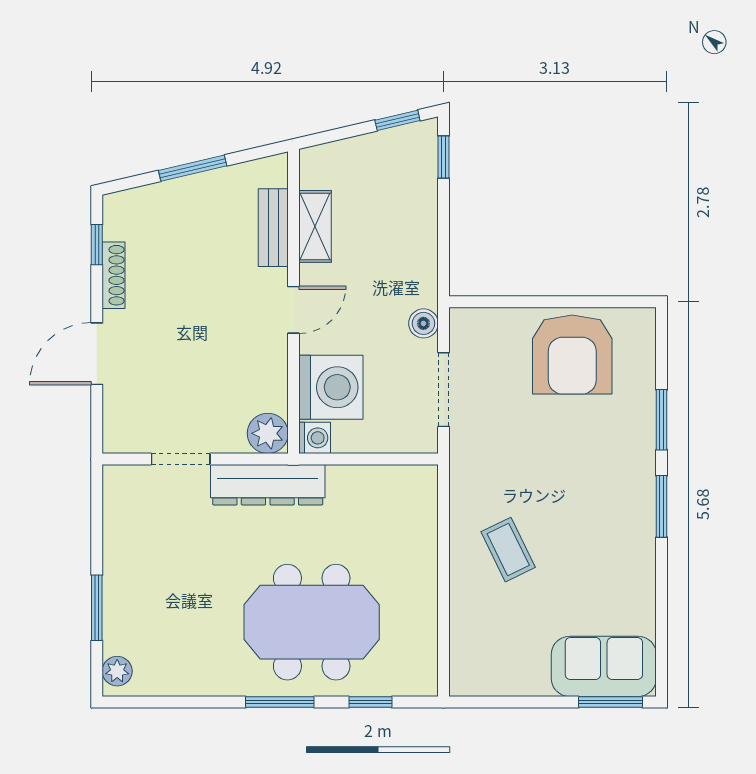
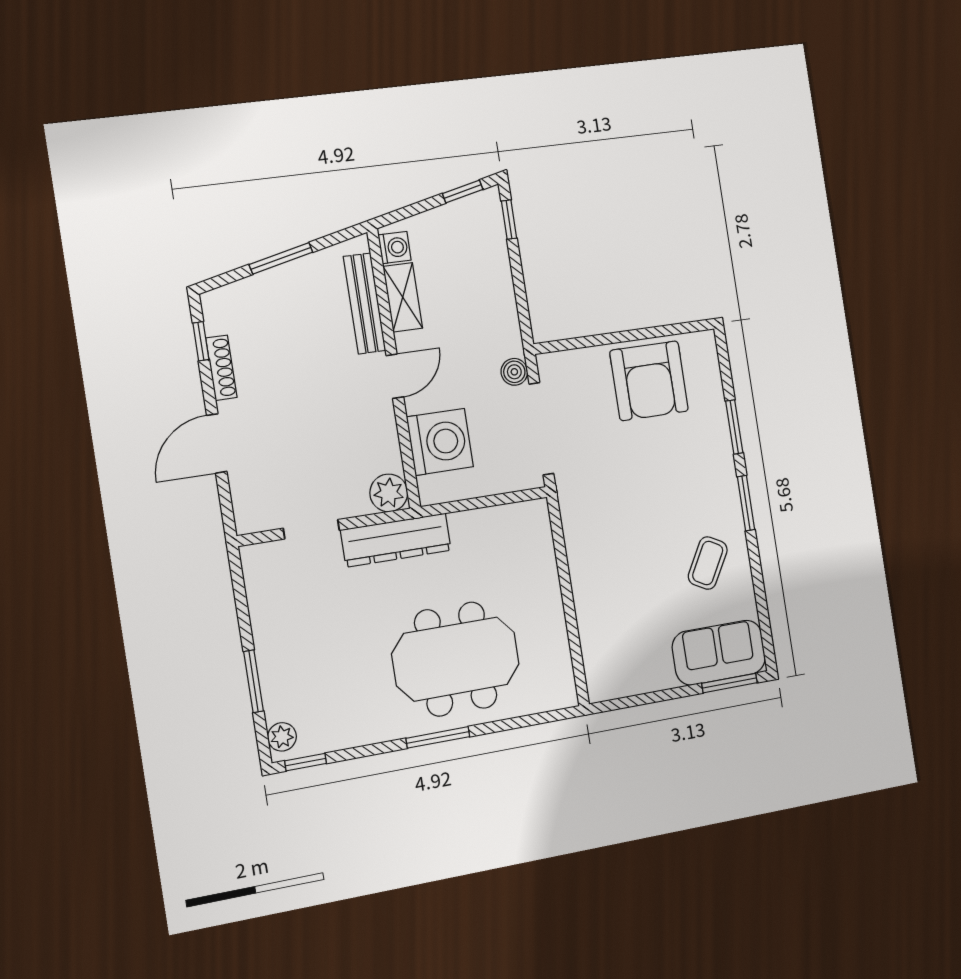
bench: (273, 228) -> (365, 303), width x1.36
doorway: (444, 390) -> (541, 429), width x1.36
washing machine: (315, 438) -> (395, 248), moved
coffee table: (508, 550) -> (708, 563), moved, turned 55
window: (370, 702) -> (306, 762), moved

